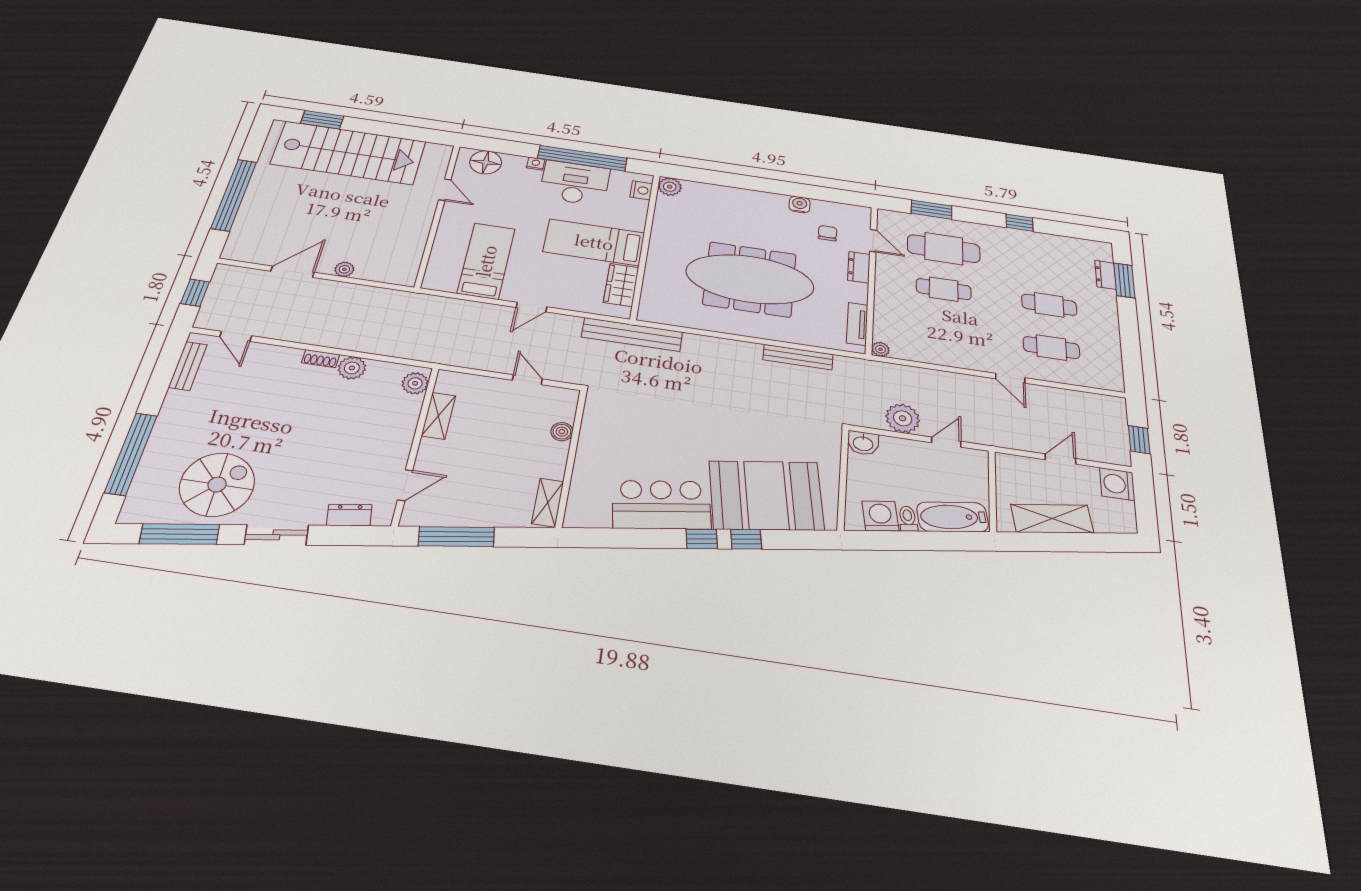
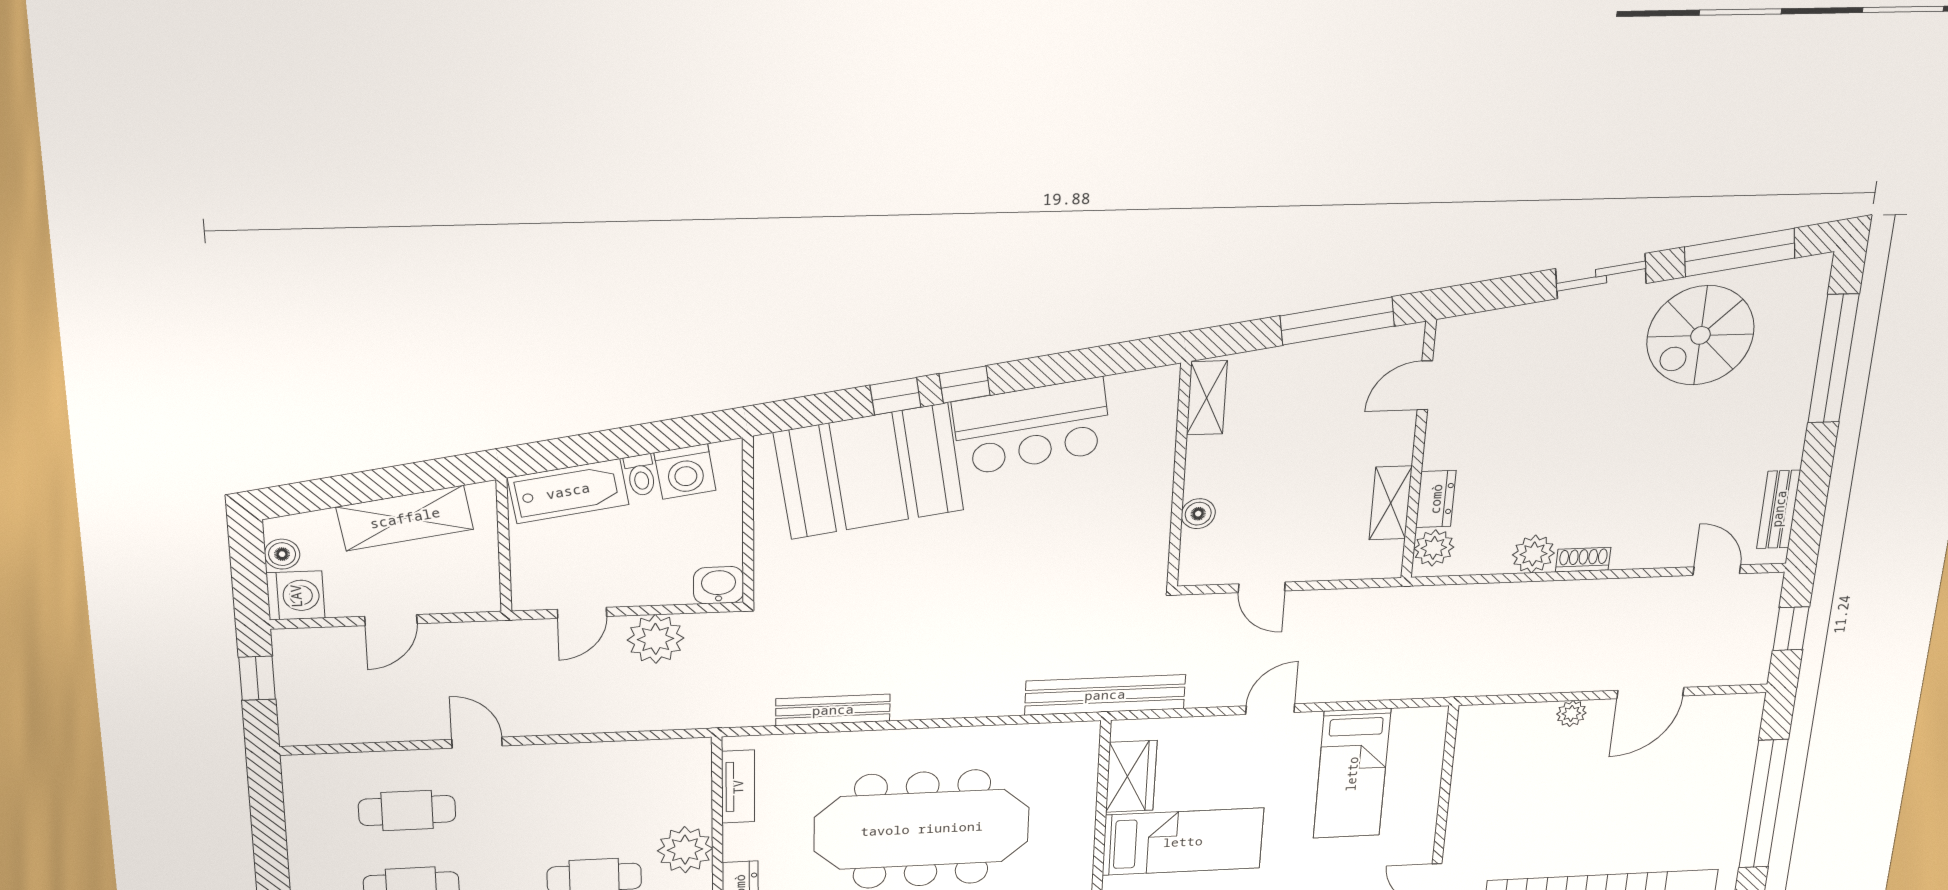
plant: (881, 349) -> (685, 850), moved, width x1.88, depth x1.88
boiler: (1126, 510) -> (282, 554), added
dresser: (349, 515) -> (1436, 499), moved, turned -81

